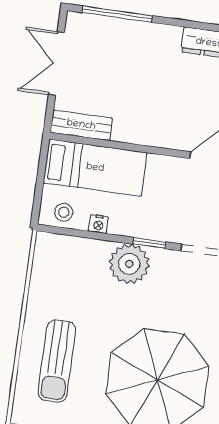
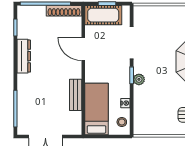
bench: (81, 125) -> (76, 95), moved
plant: (129, 264) -> (139, 79), width x0.53, depth x0.53

